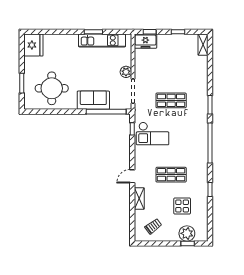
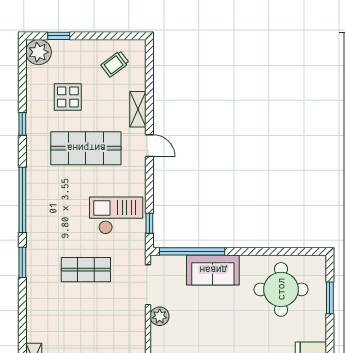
shop shelf: (171, 175) -> (86, 148), width x1.43, depth x1.36
door: (132, 176) -> (149, 146), hinge flipped
plant: (187, 233) -> (39, 52), moved

